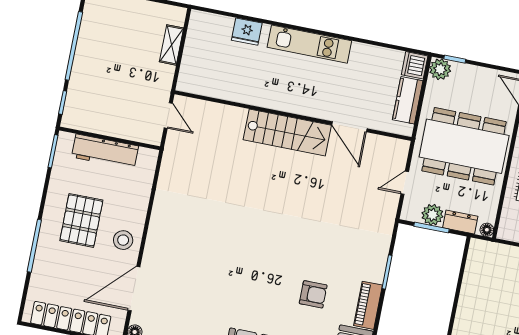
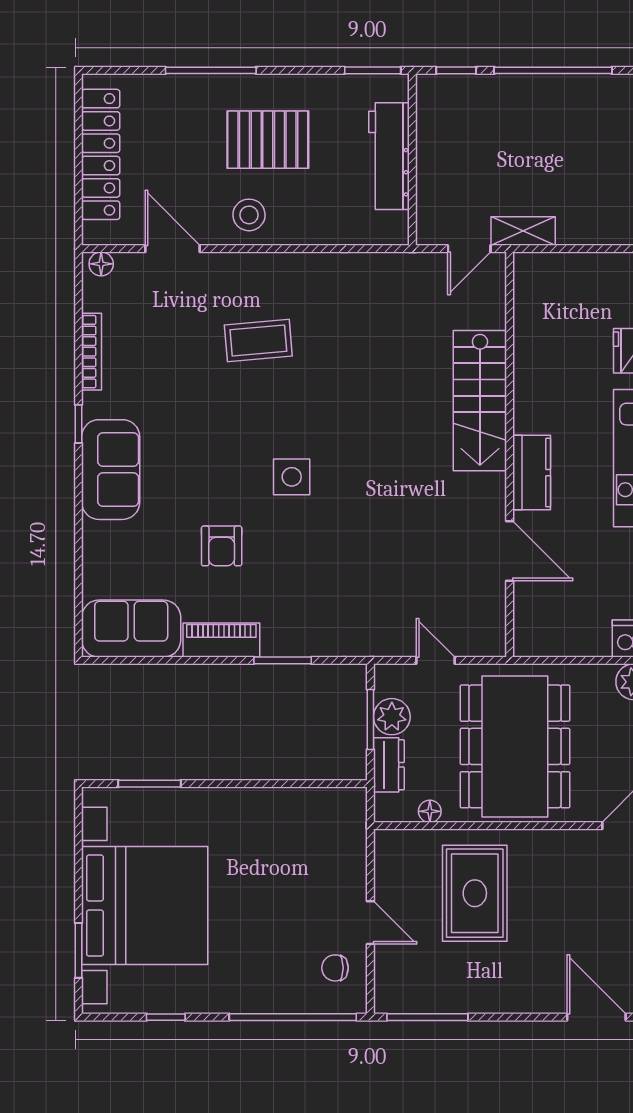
shelving: (172, 45) -> (523, 231), moved
kitchen counter: (408, 100) -> (532, 473), moved, turned 90
door: (349, 127) -> (510, 551), swing flipped
stairs: (287, 132) -> (480, 401), moved
floor lamp: (487, 230) -> (430, 811), moved
side table: (281, 245) -> (292, 477), added
coffee table: (197, 249) -> (258, 340), added
door: (134, 289) -> (172, 249), width x0.73

